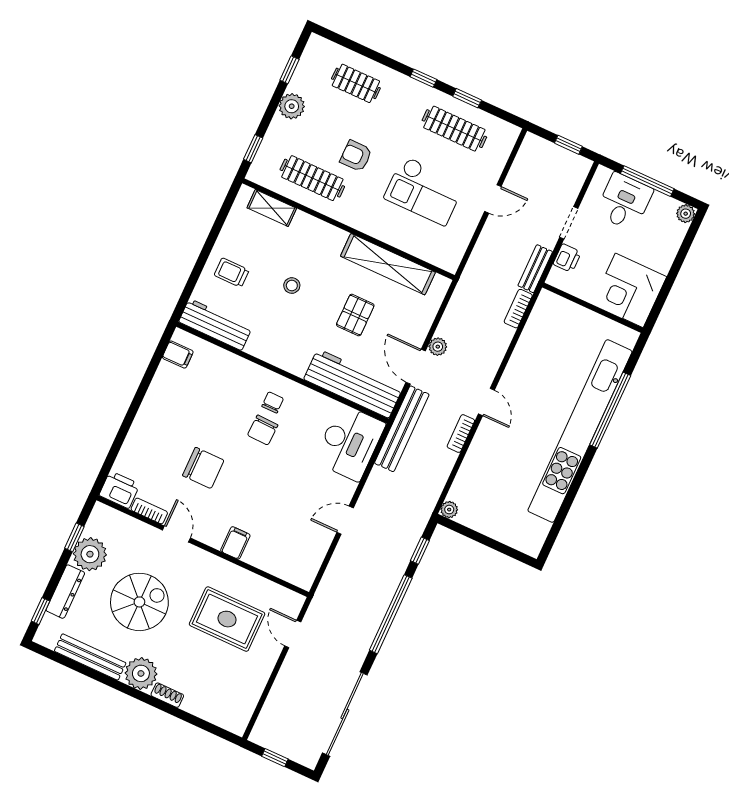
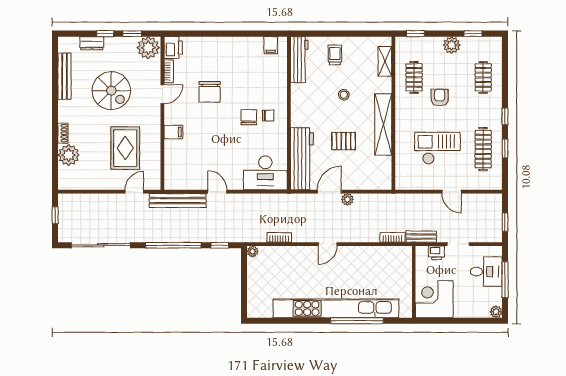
clothes rail: (312, 178) -> (414, 77), width x0.73
checkout: (424, 191) -> (437, 148), turned 90
shelving: (388, 264) -> (383, 124), moved
bench: (402, 429) -> (178, 201), moved
chair: (263, 430) -> (249, 117), turned 88
bookcase: (461, 434) -> (279, 237), moved
plant: (90, 554) -> (148, 48), moved
dresser: (65, 592) -> (92, 43), width x0.70
window: (40, 611) -> (105, 34), moved
plant: (141, 673) -> (69, 155), moved

